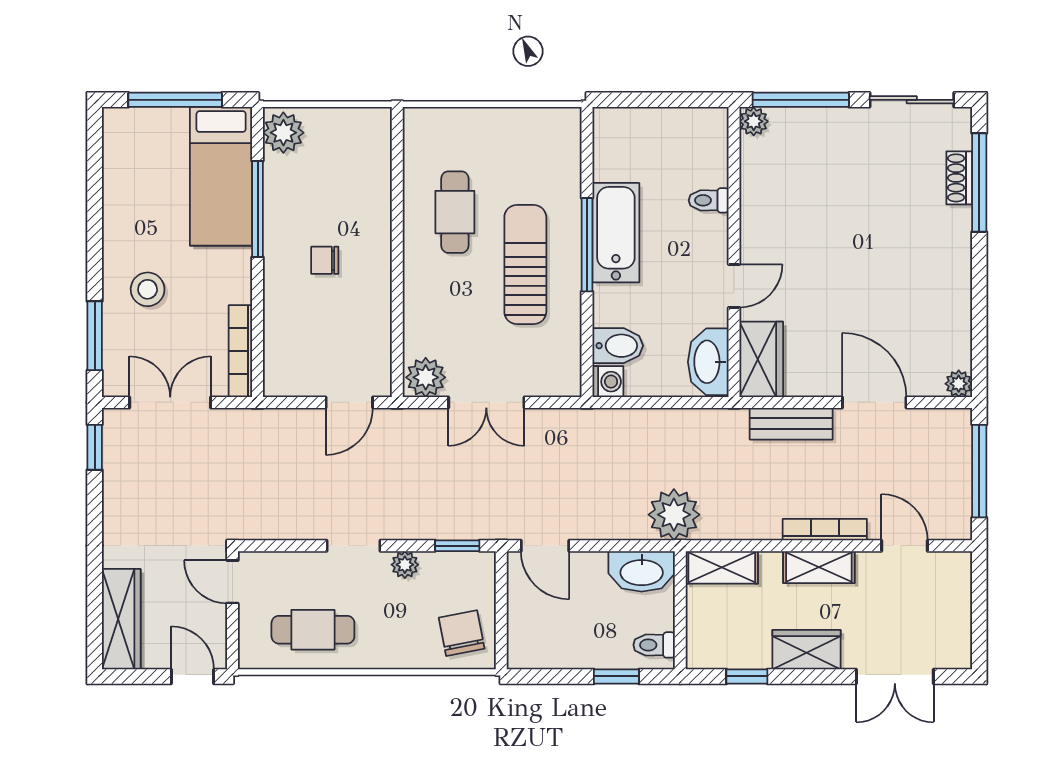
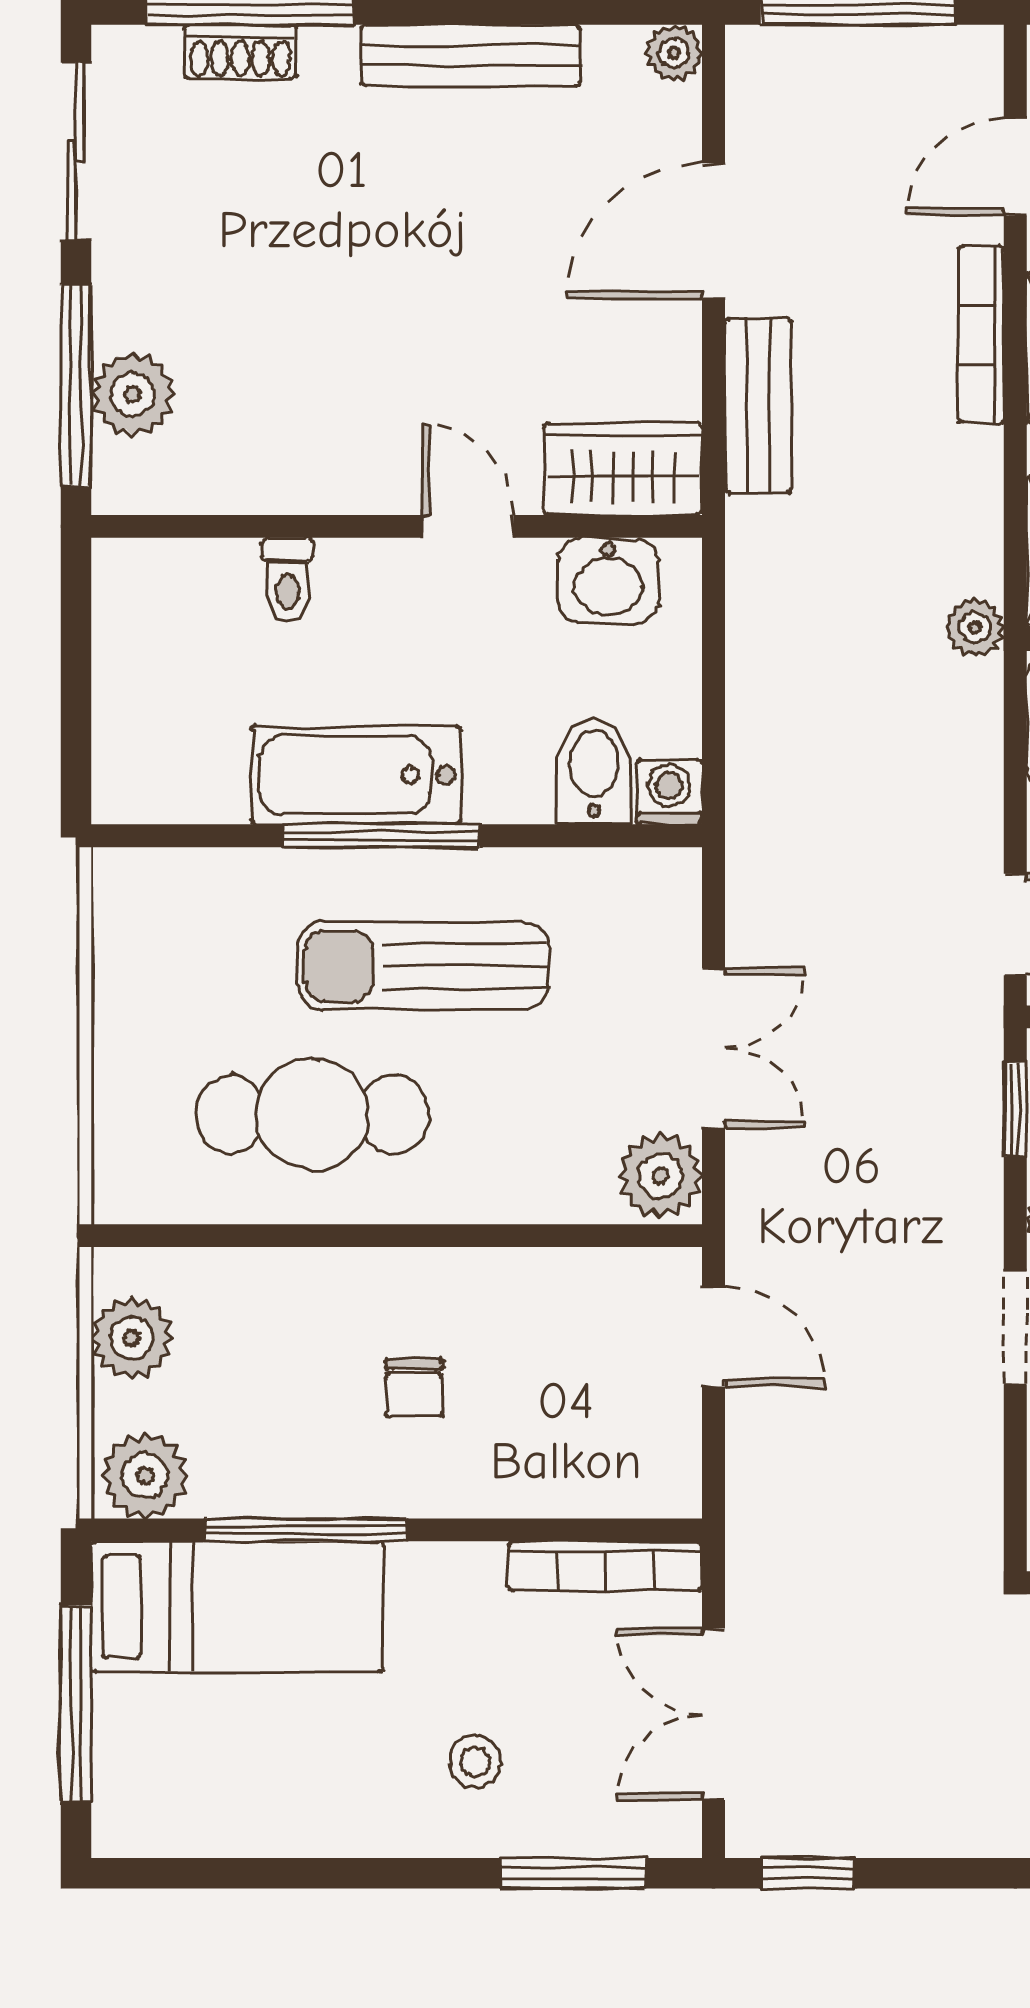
plant: (754, 121) -> (133, 394), moved, width x1.38, depth x1.38
plant: (349, 126) -> (132, 1338), added
cafe table: (455, 212) -> (312, 1114), width x1.37, depth x1.35
bench: (958, 287) -> (471, 55), added
stool: (148, 289) -> (475, 1762), width x0.73, depth x0.73
washbasin: (708, 362) -> (608, 581), width x0.72
plant: (674, 515) -> (975, 627), width x0.53, depth x0.53

